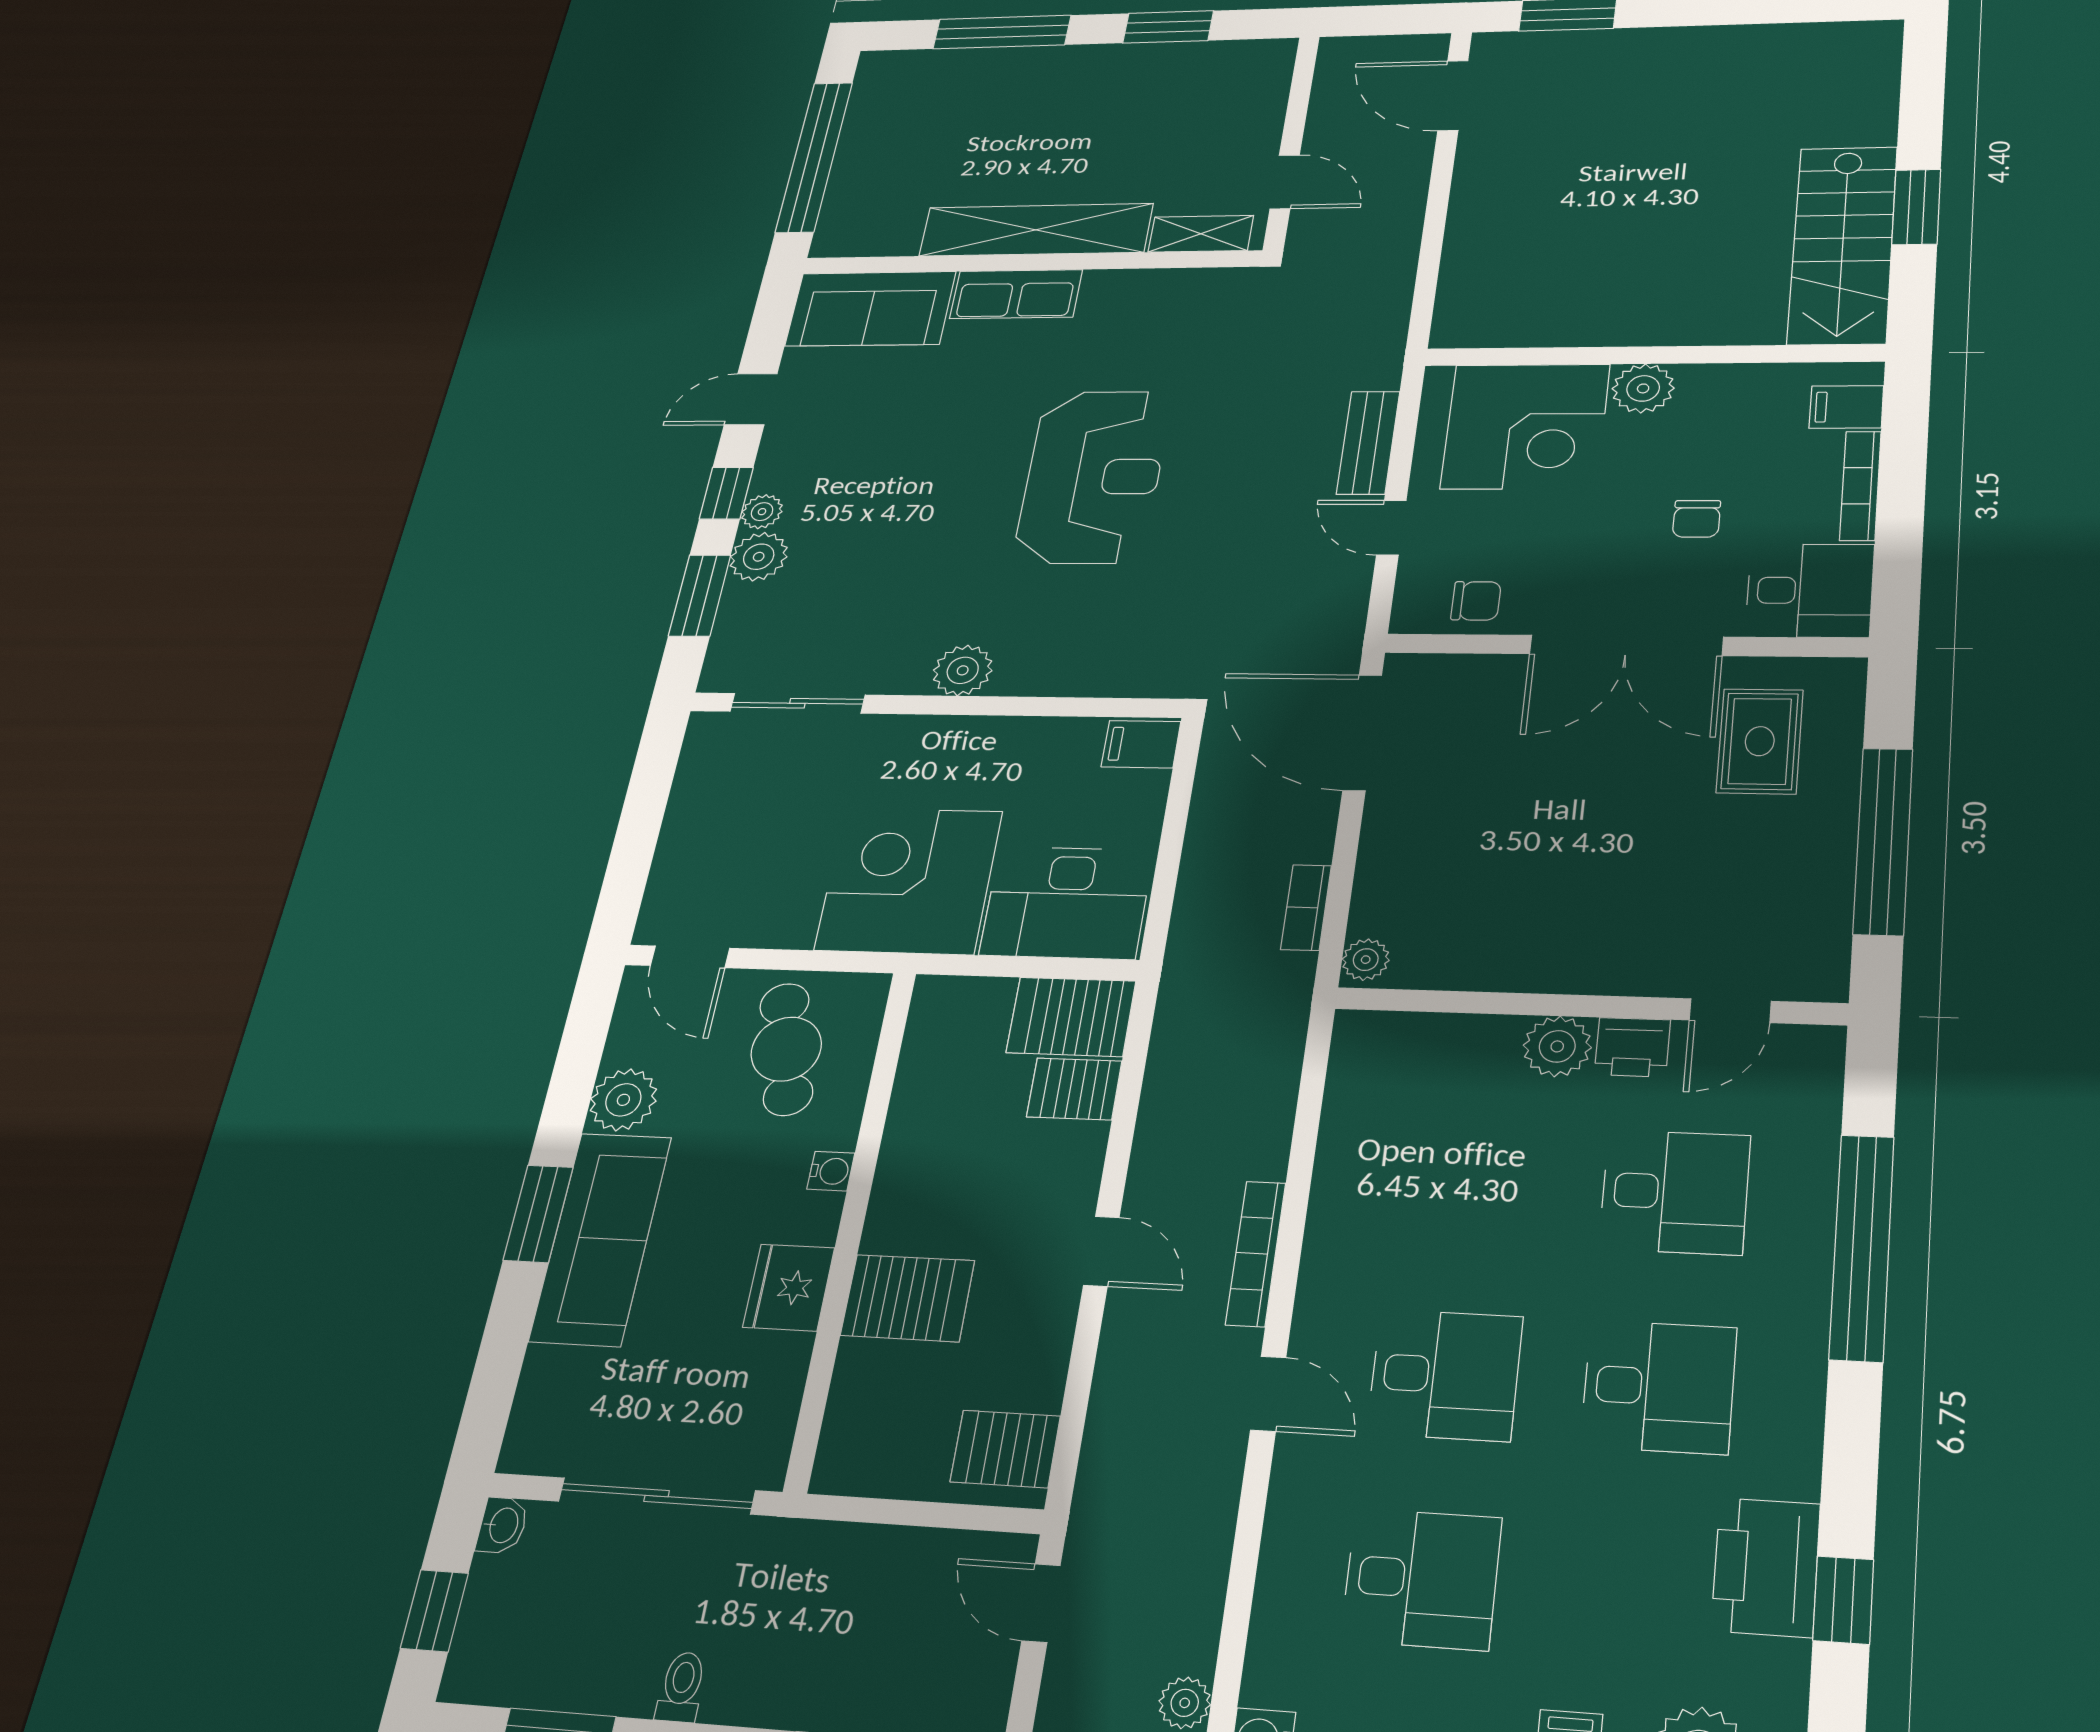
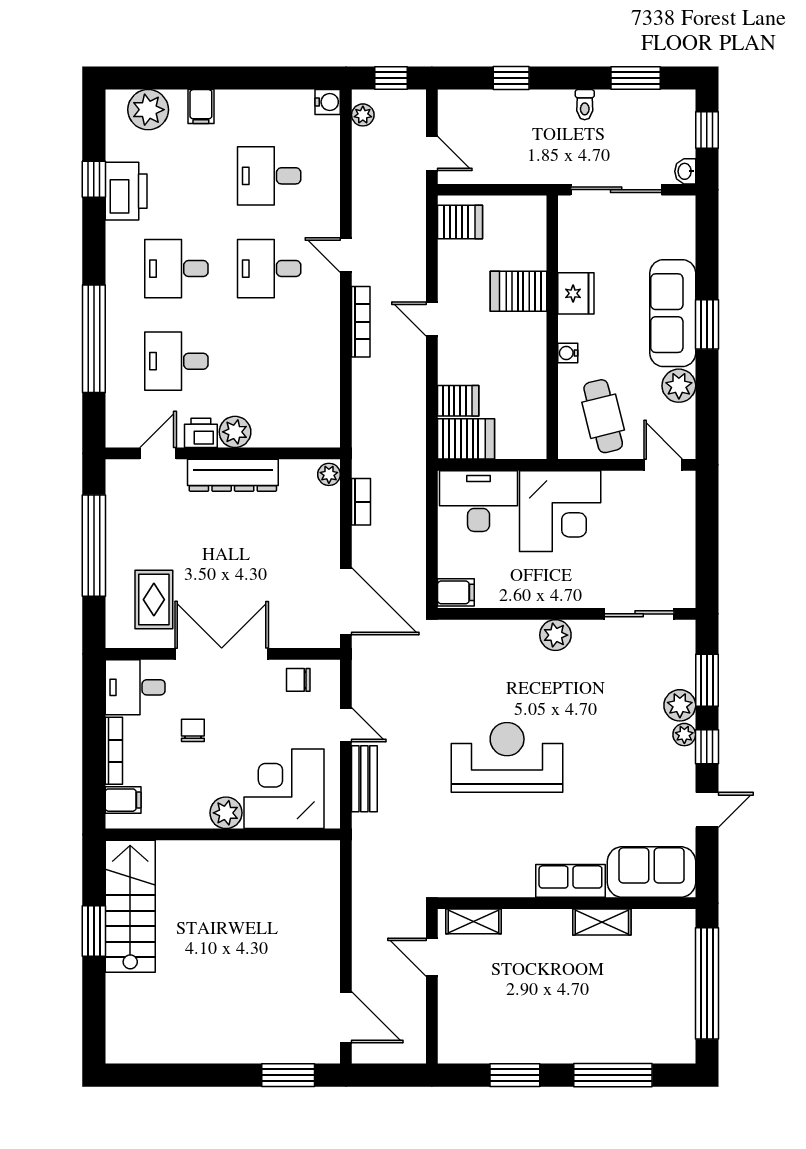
shelving: (1036, 230) -> (602, 922), width x0.45, depth x0.75
reception desk: (1093, 477) -> (507, 757), turned 90
dresser: (1570, 964) -> (233, 475), added

